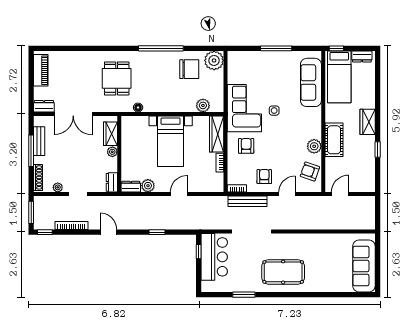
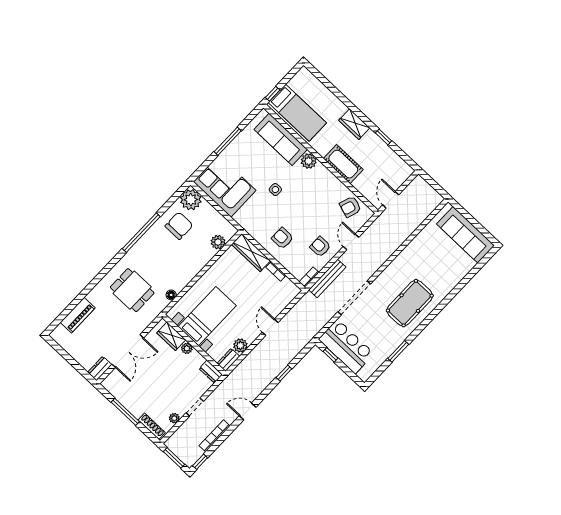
dresser: (362, 56) -> (298, 80), removed
piano: (41, 70) -> (78, 315), moved, turned 90
corner sofa: (244, 108) -> (225, 186), moved
bench: (39, 141) -> (124, 398), removed
bed with nightstands: (171, 141) -> (207, 316), moved, turned -90
plant: (314, 146) -> (309, 161), moved

